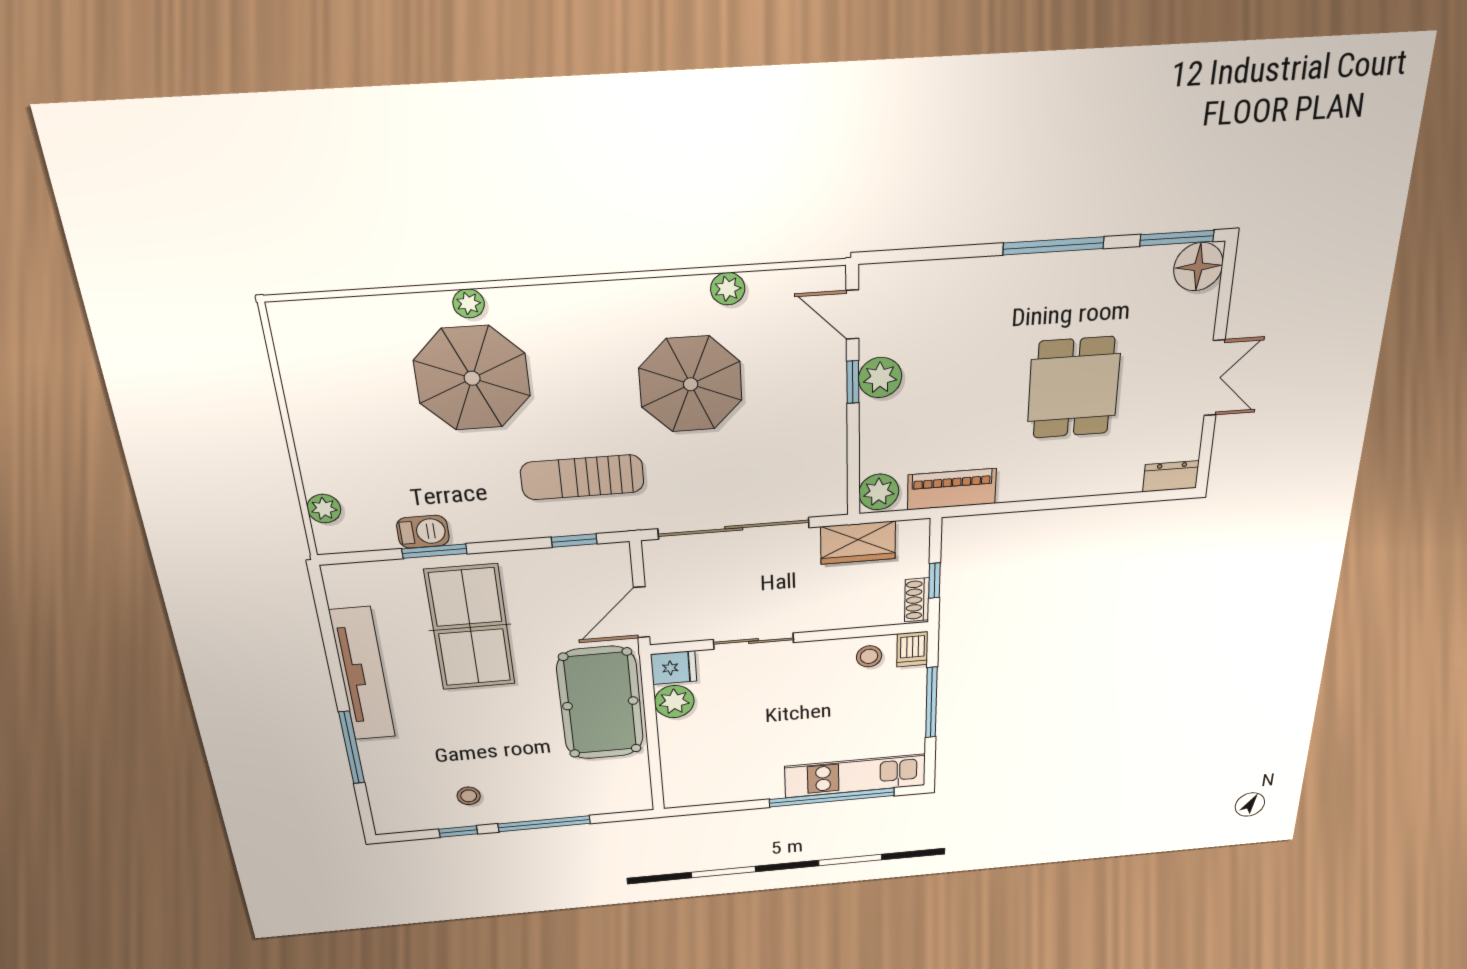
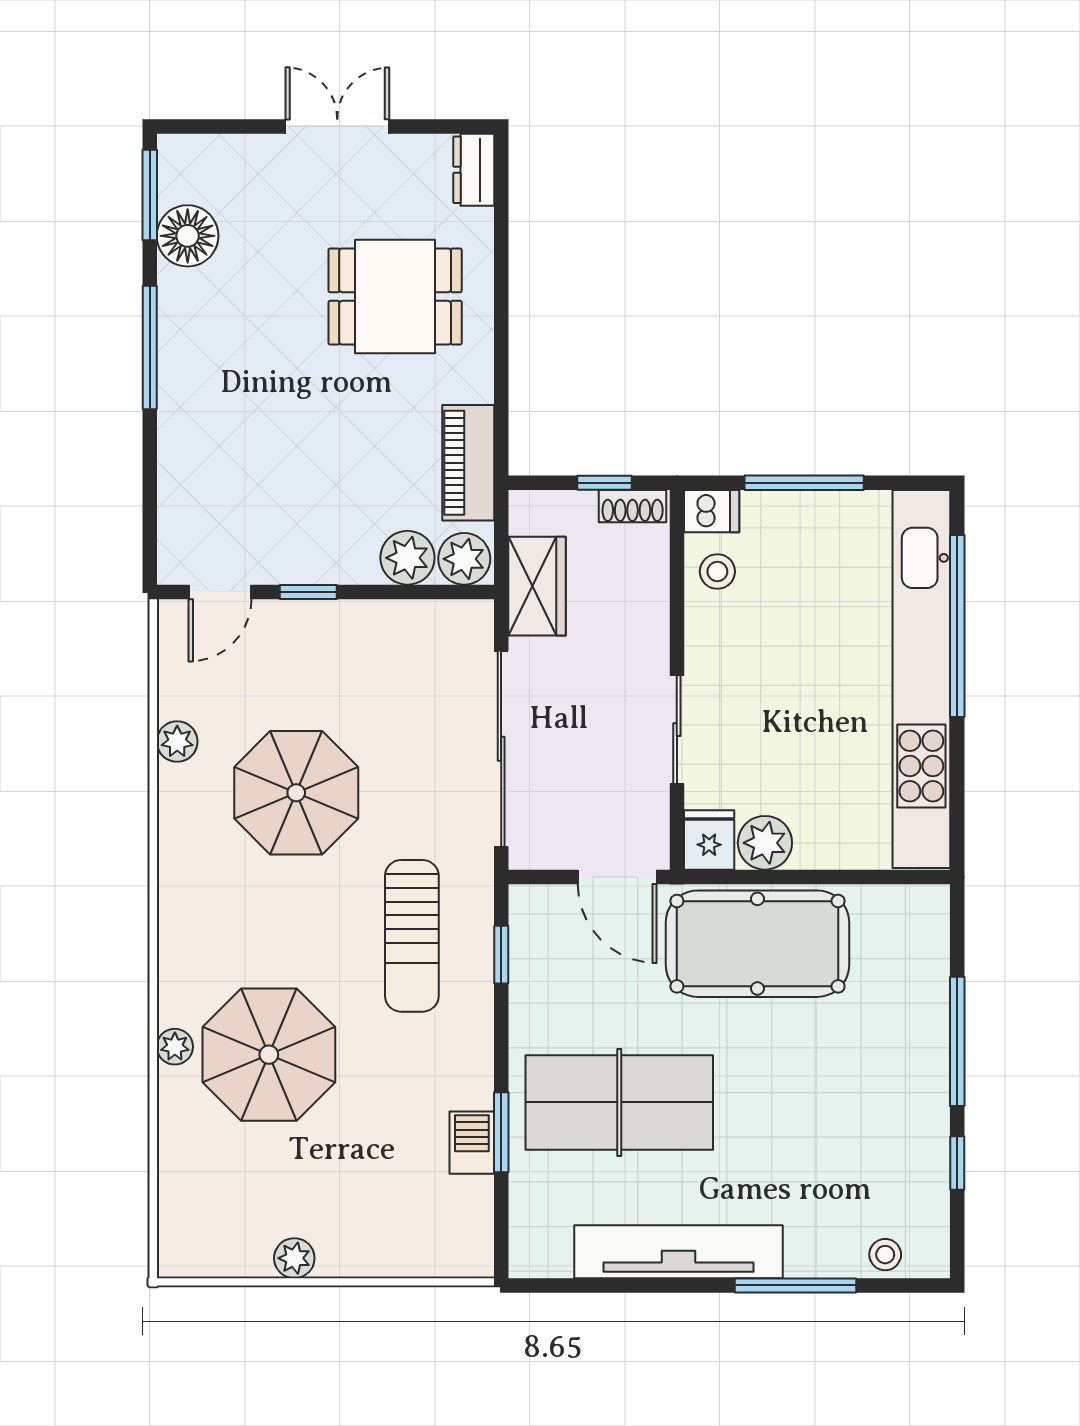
floor lamp: (1198, 267) -> (188, 236), moved
plant: (880, 378) -> (407, 558), moved
dining table: (1074, 388) -> (395, 297), moved
plant: (324, 509) -> (294, 1258), moved
kitchen unit: (855, 776) -> (921, 679), width x1.86
stool: (469, 796) -> (885, 1255), moved

